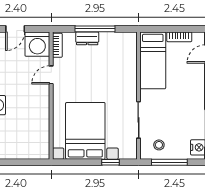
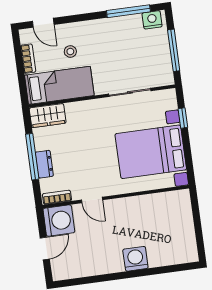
door: (15, 29) -> (45, 248), hinge flipped
wardrobe: (128, 47) -> (48, 116), added
stool: (159, 145) -> (70, 51), moved

